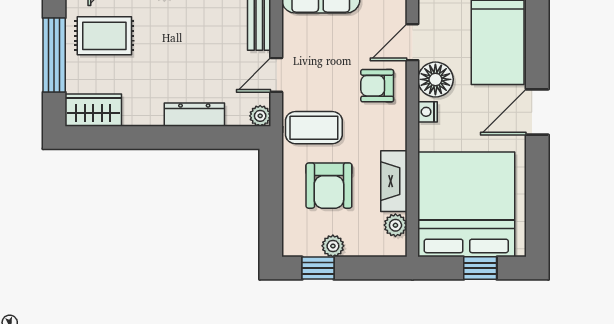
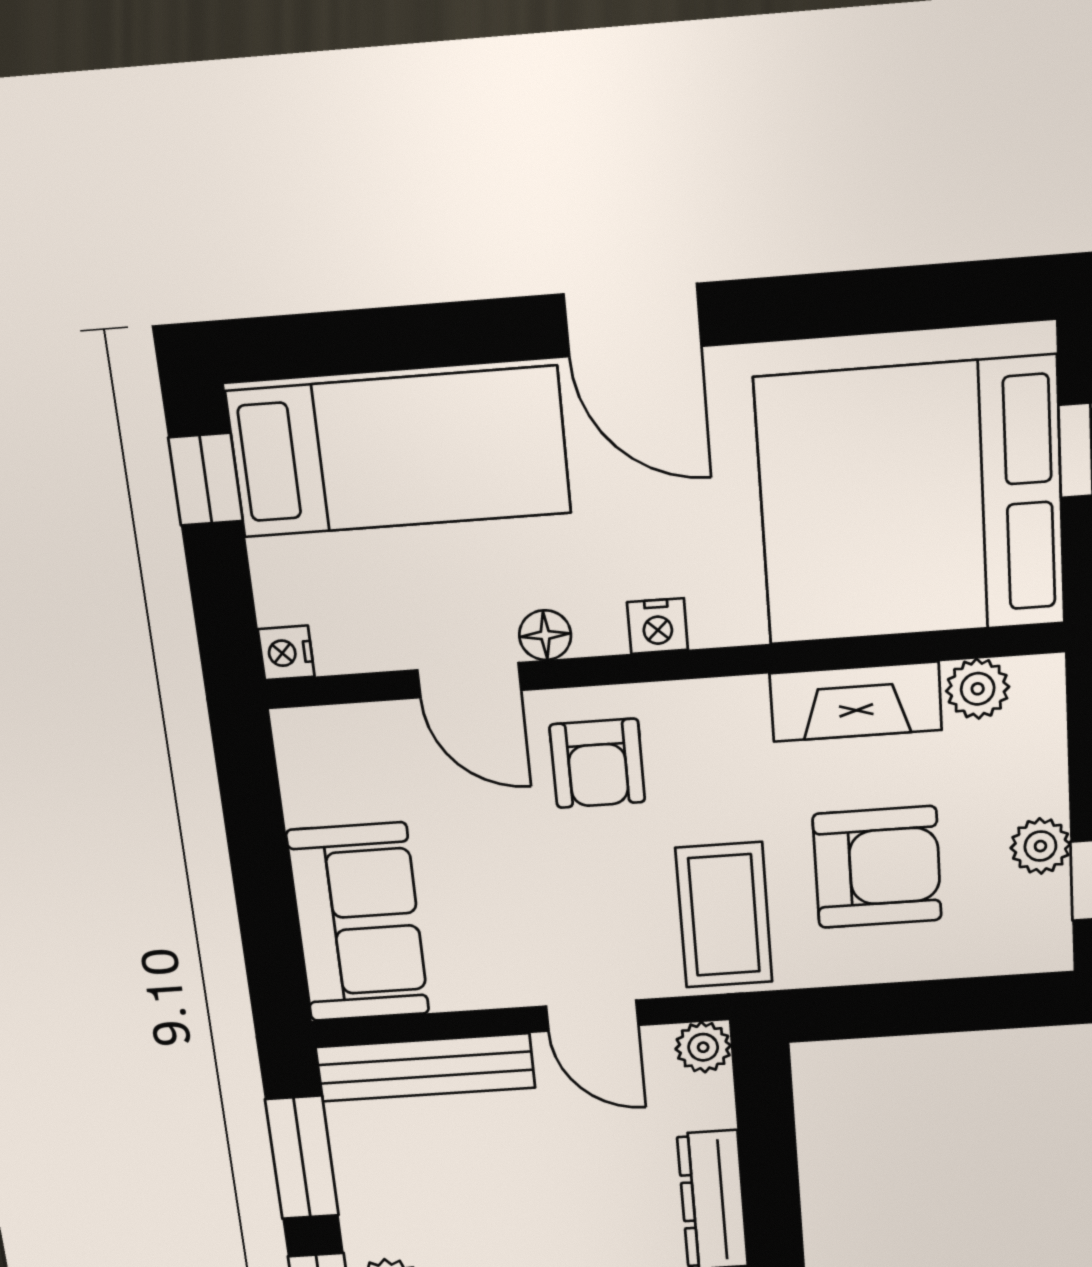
floor lamp: (435, 79) -> (545, 635), width x0.53, depth x0.53

